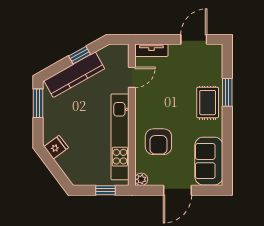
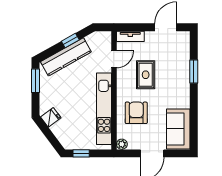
rug: (208, 103) -> (146, 75), moved
armchair: (158, 142) -> (136, 113), turned 180
window: (106, 190) -> (81, 153), moved

